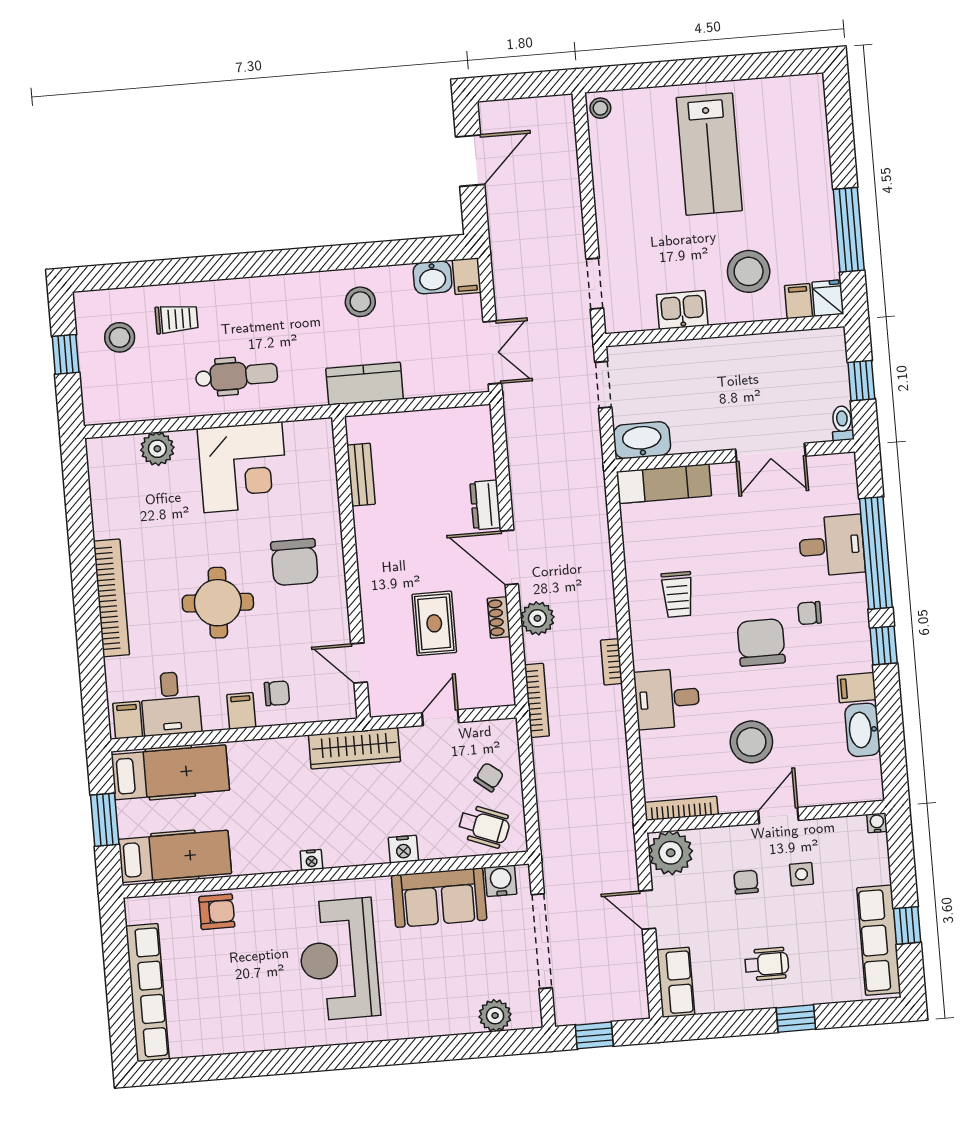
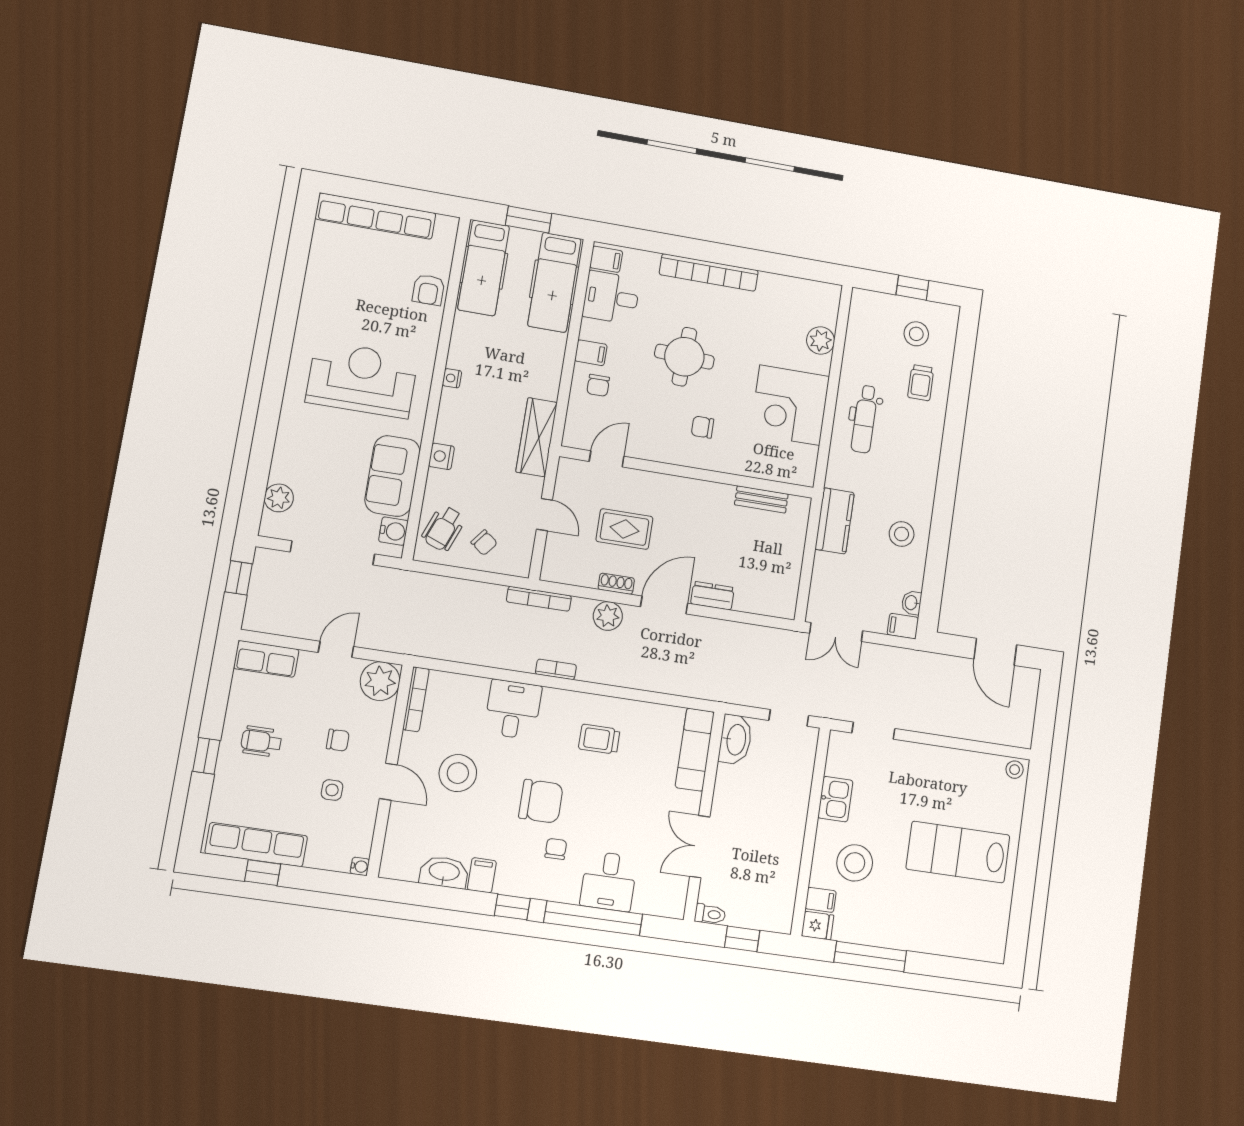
washbasin: (432, 277) -> (912, 603), width x0.72, depth x0.69
chair: (294, 562) -> (703, 427), width x0.54, depth x0.54
wheelchair: (767, 964) -> (261, 741), turned 90

